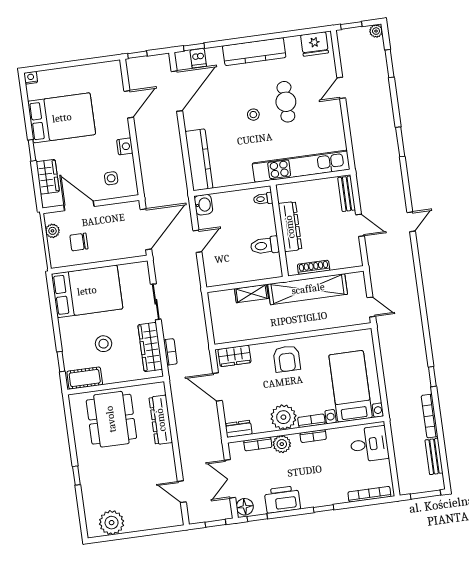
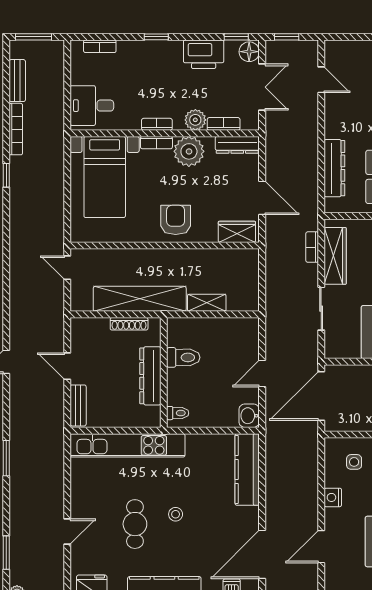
dresser: (239, 429) -> (237, 145), width x1.44
bookcase: (369, 494) -> (100, 46), width x0.64

